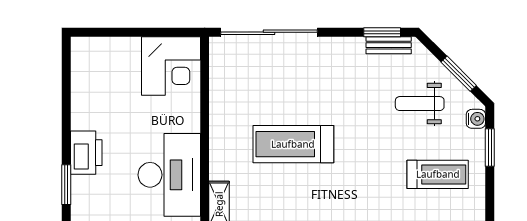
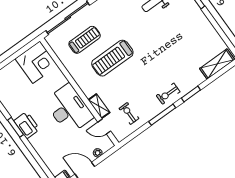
treadmill: (438, 174) -> (85, 40), moved
window: (66, 185) -> (15, 127), moved

